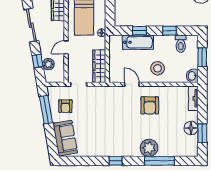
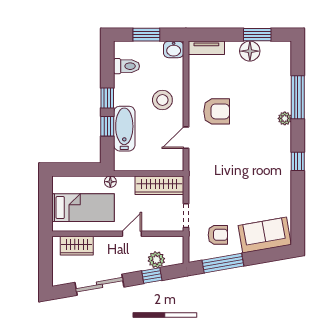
window: (169, 31) -> (107, 98), moved
door: (66, 47) -> (132, 234), swing flipped
plant: (149, 148) -> (285, 118), width x0.53, depth x0.53

